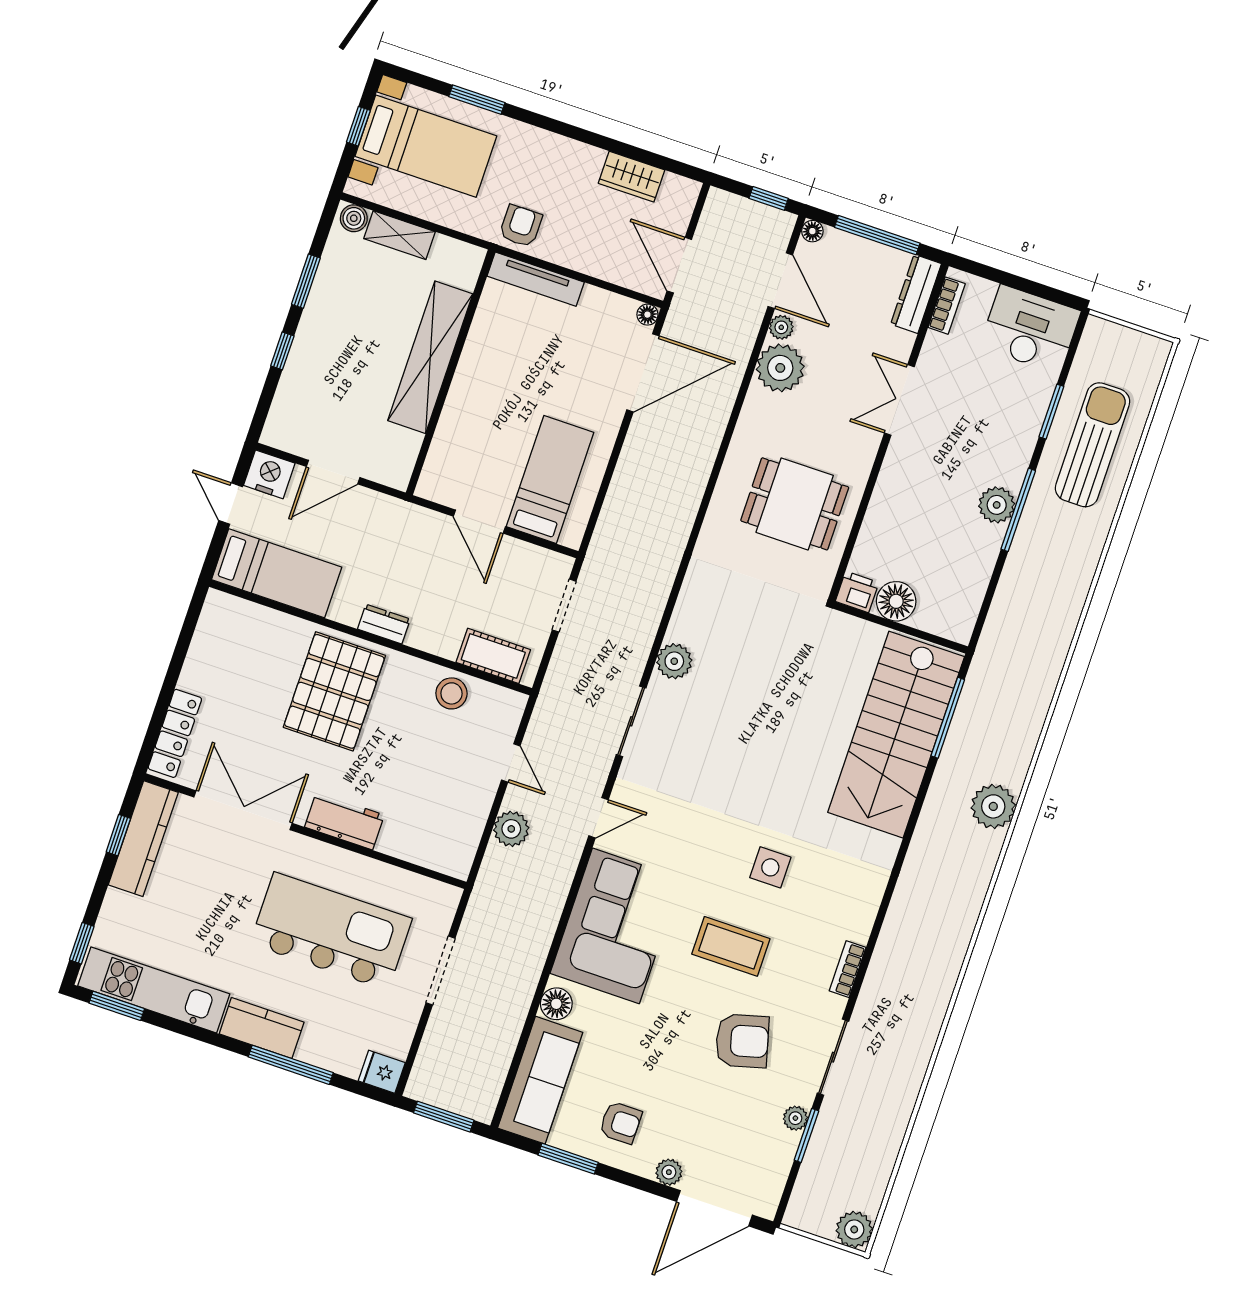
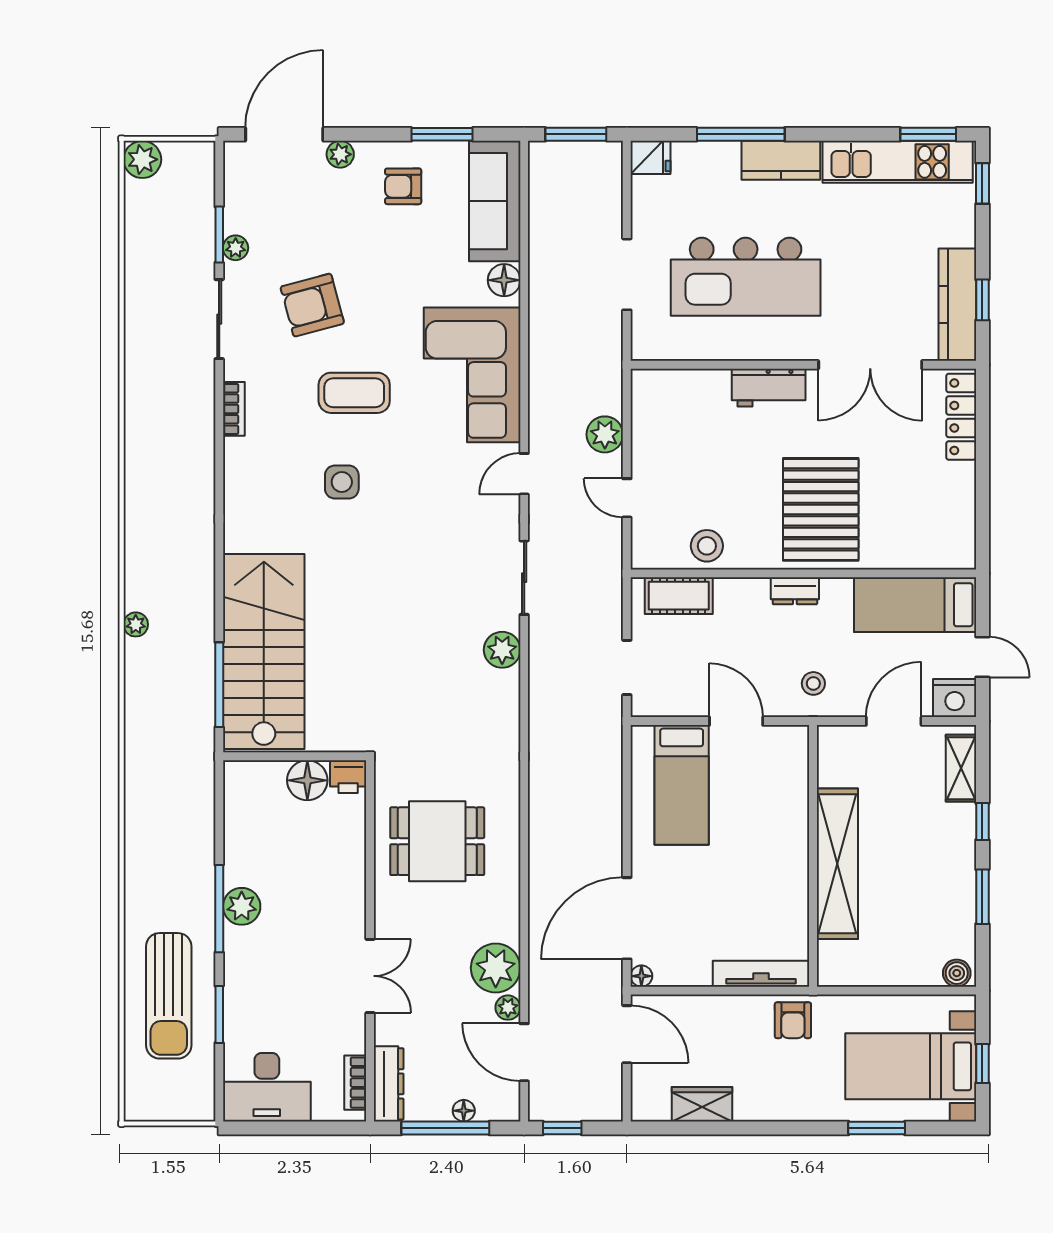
floor lamp: (812, 231) -> (464, 1111), moved
shelving: (400, 235) -> (961, 768), moved, turned 90
stool: (396, 532) -> (813, 683), added
plant: (993, 806) -> (136, 624), width x0.53, depth x0.53

